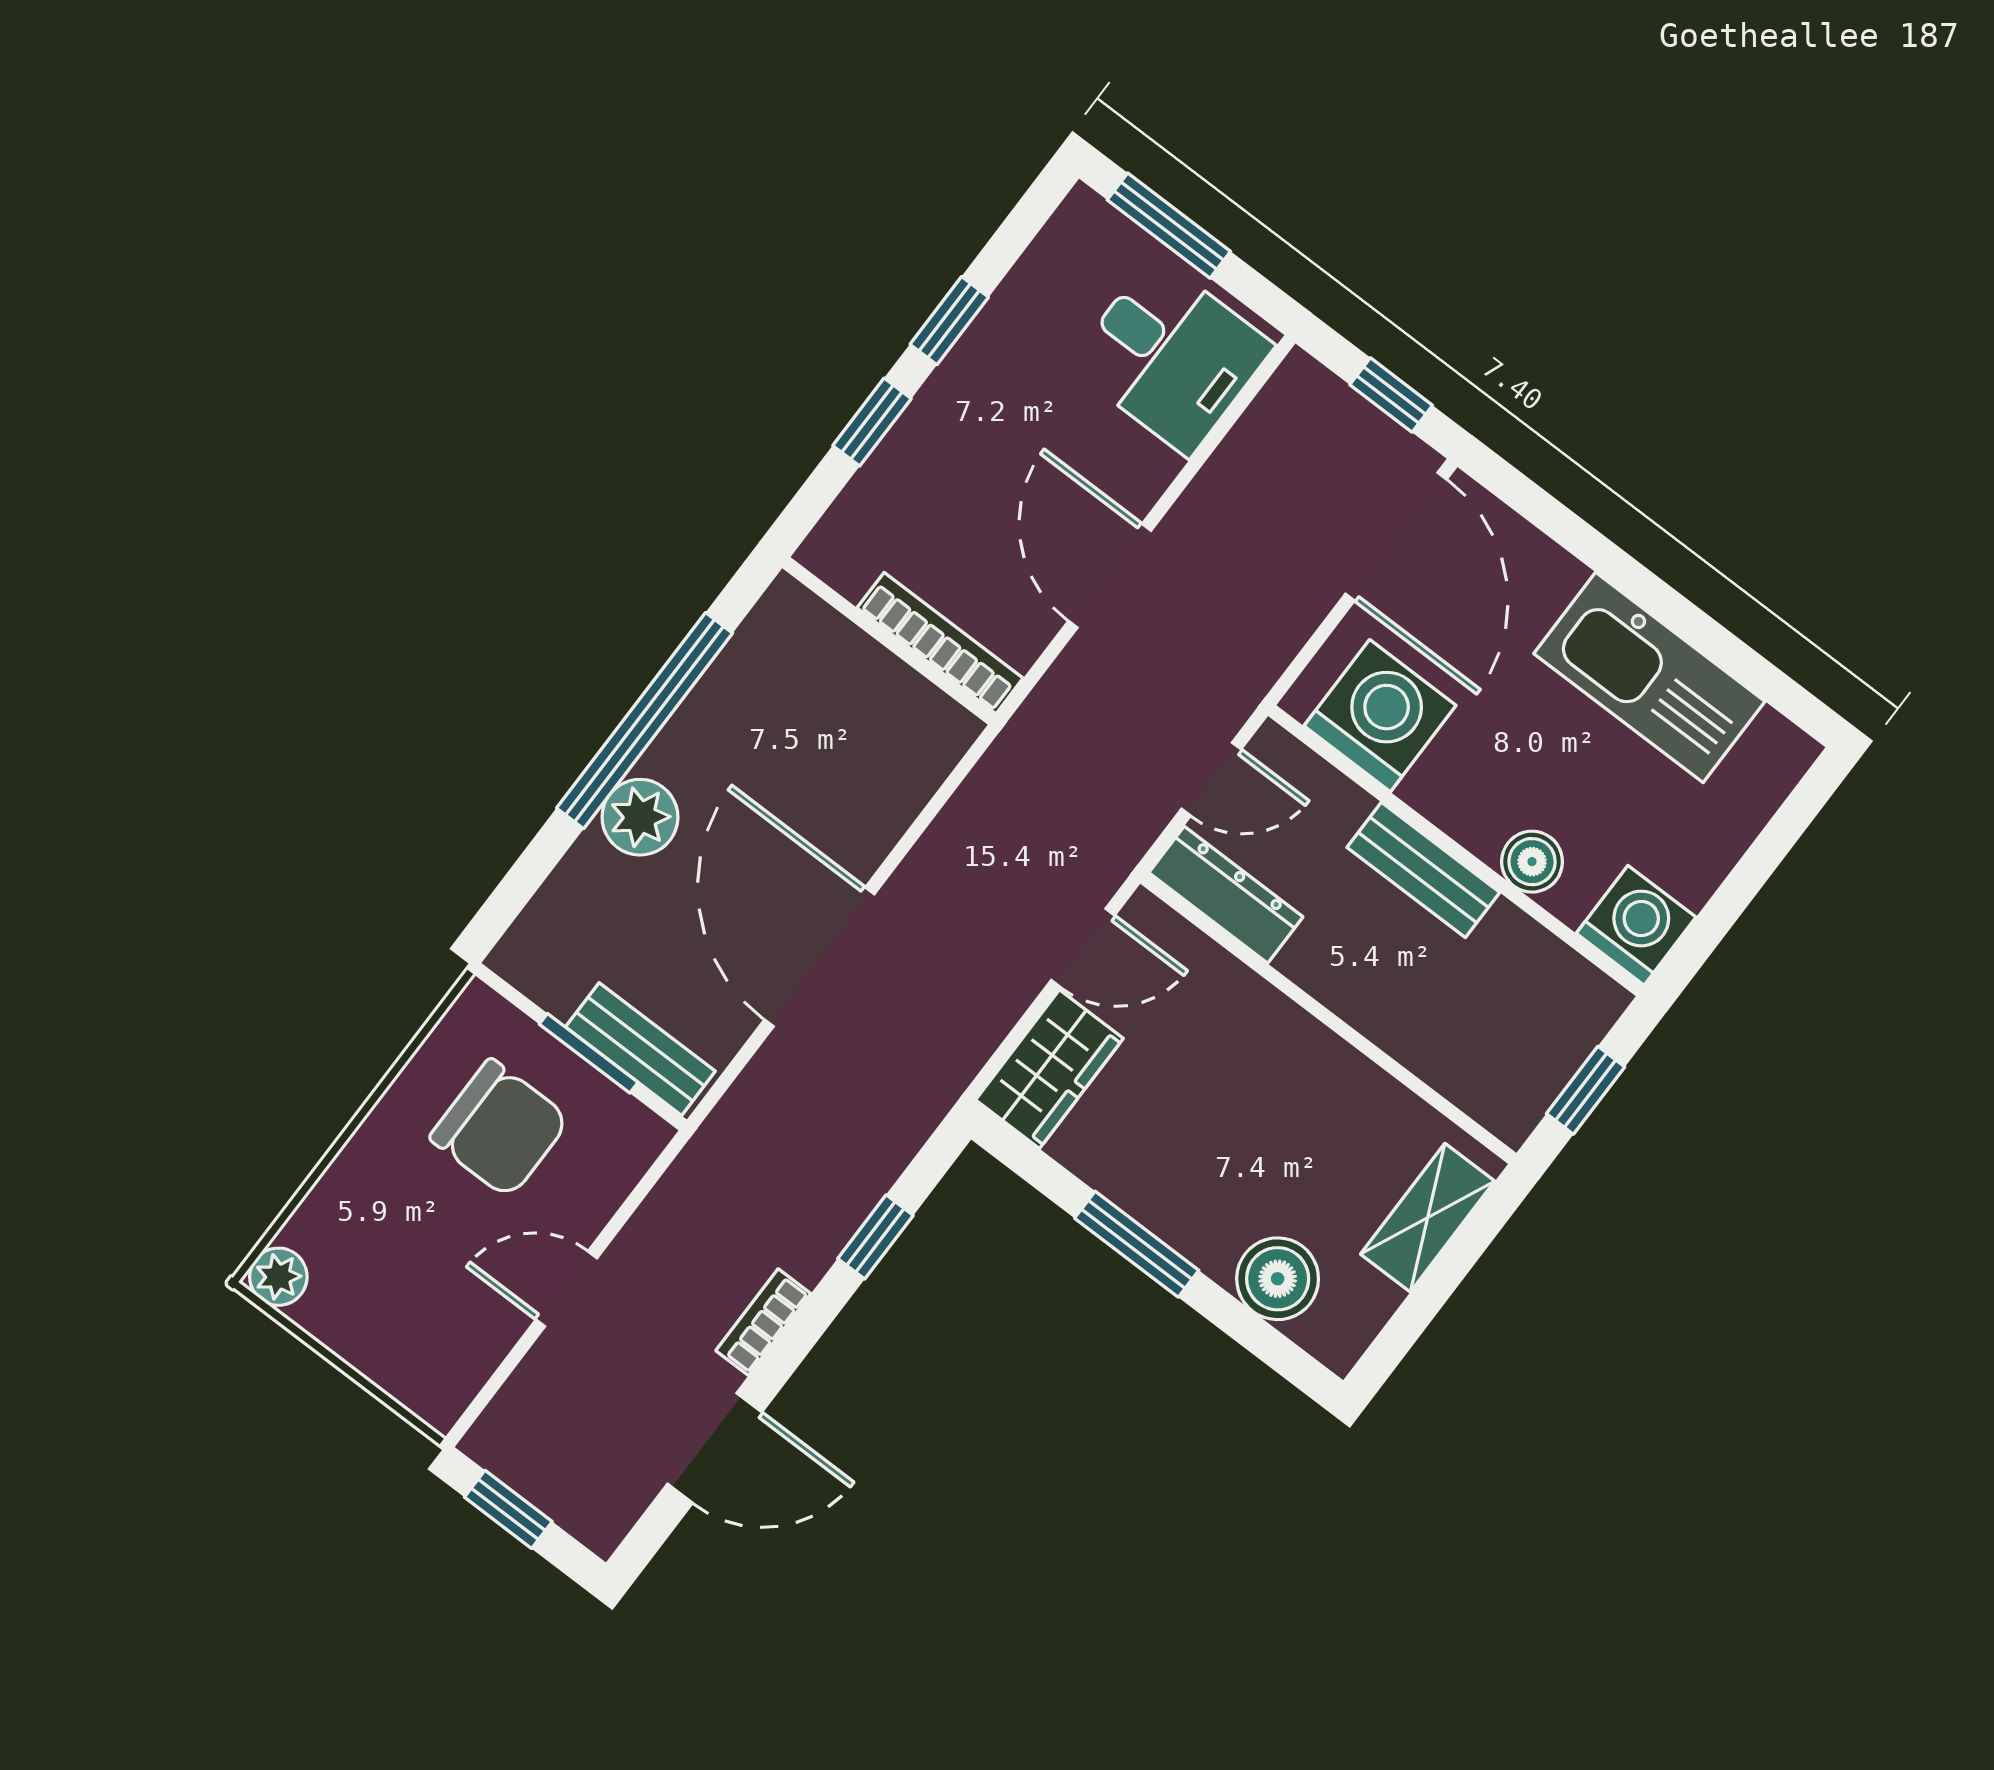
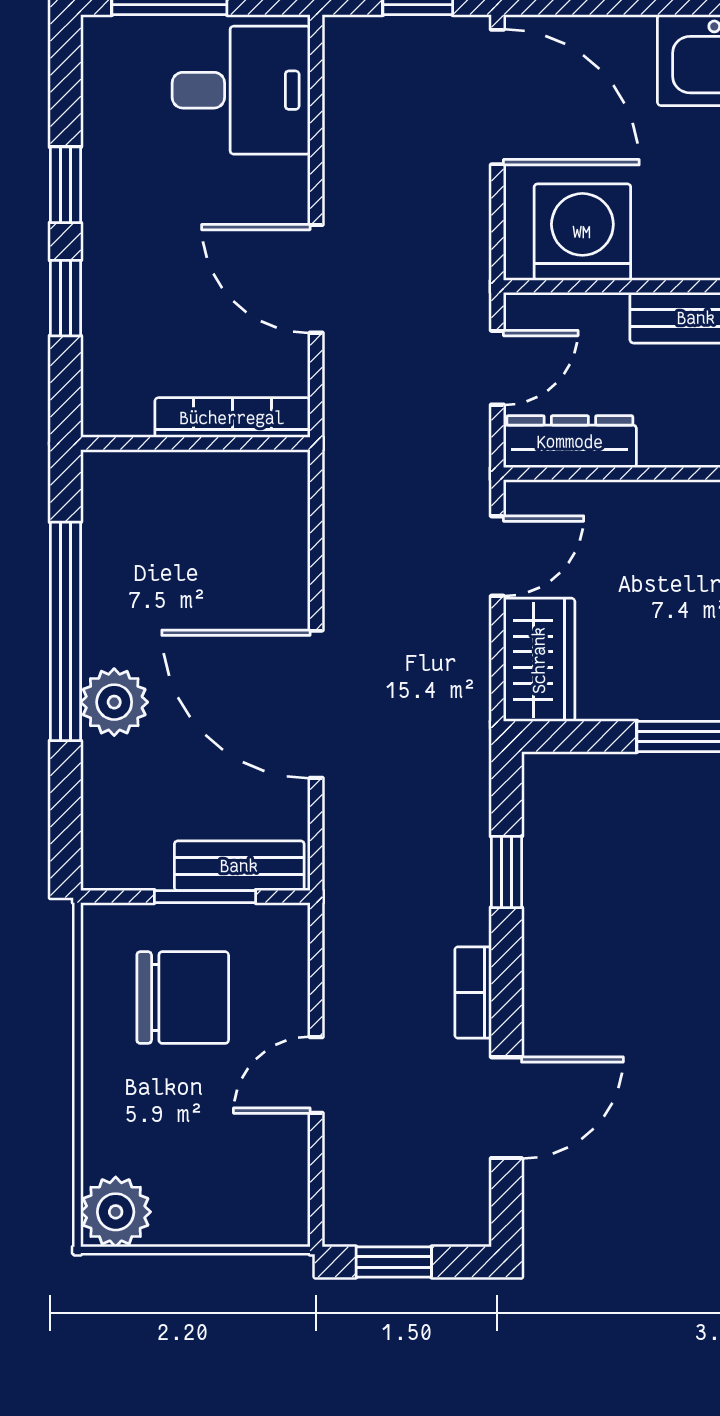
plant: (278, 1277) -> (116, 1212), width x1.38, depth x1.38

